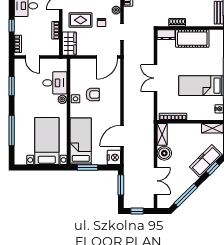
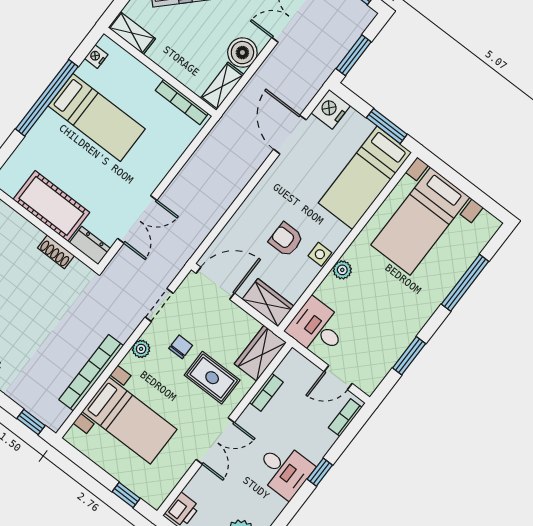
window: (12, 26) -> (320, 472), moved
door: (32, 57) -> (338, 378), swing flipped
wardrobe: (81, 65) -> (268, 303), added
double door: (156, 78) -> (137, 219), moved
desk: (55, 83) -> (317, 328), moved
door: (122, 136) -> (290, 135), swing flipped

